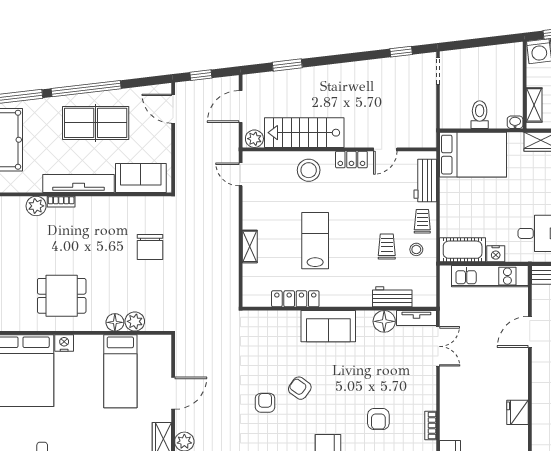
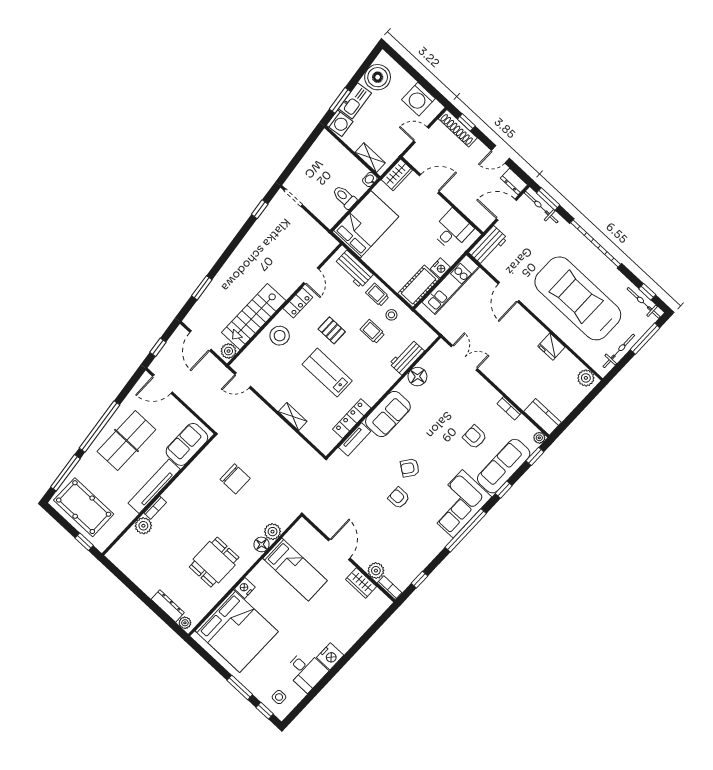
pallet: (355, 211) -> (332, 330), added
tv unit: (416, 318) -> (355, 439), moved
armchair: (378, 419) -> (475, 437), turned 180

